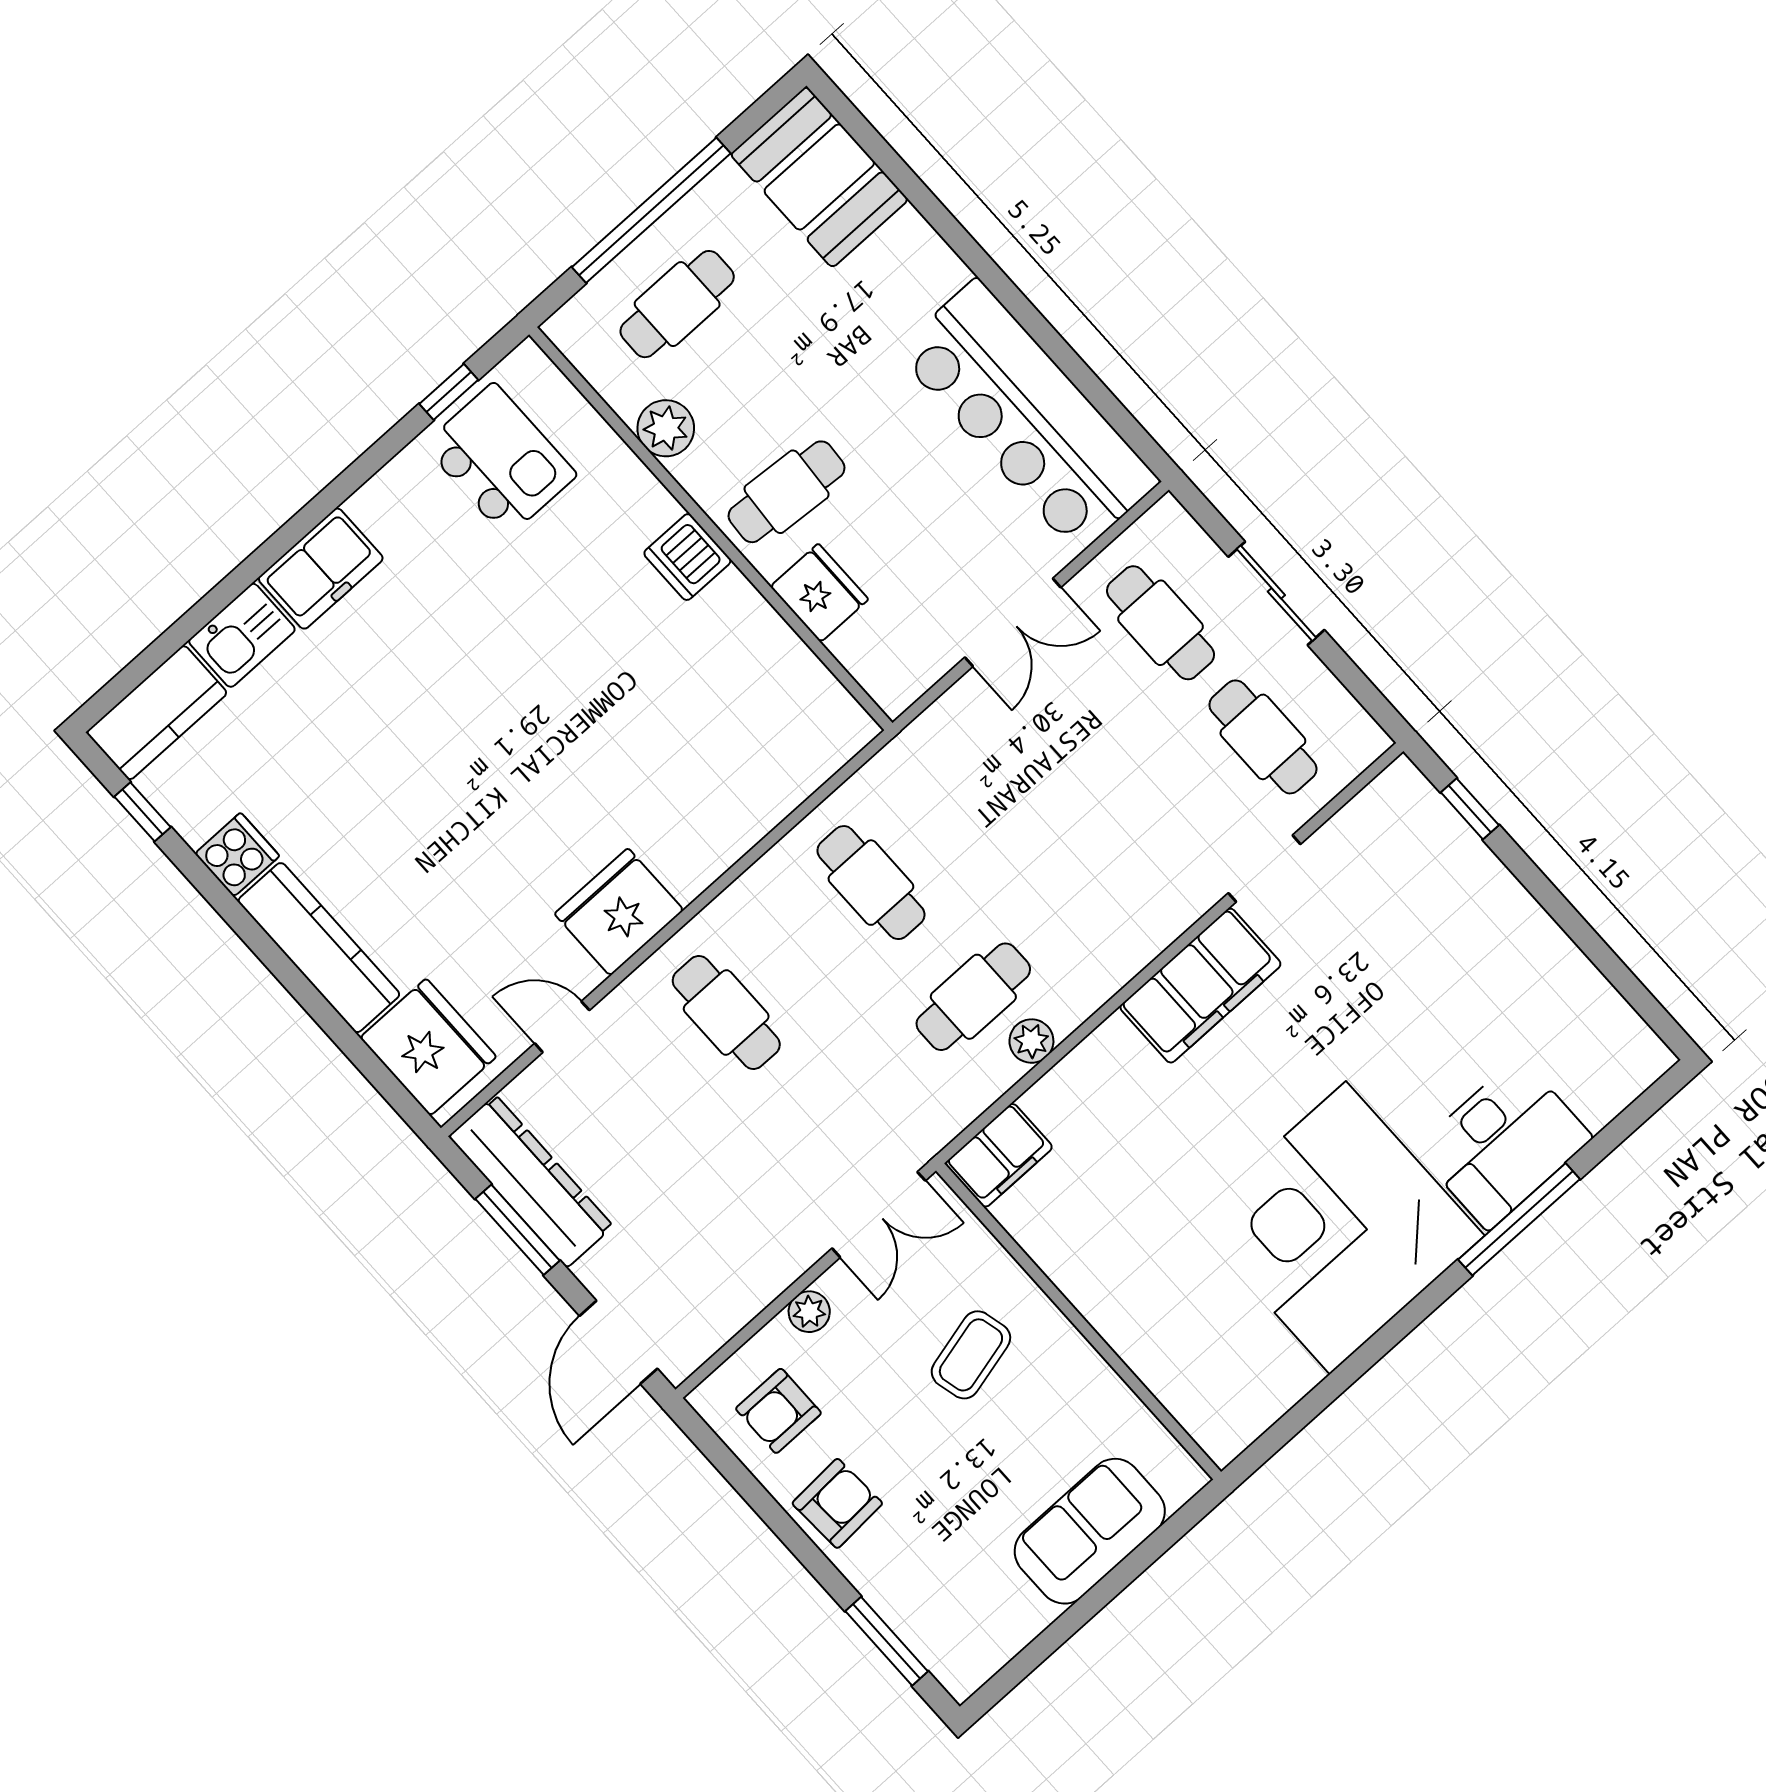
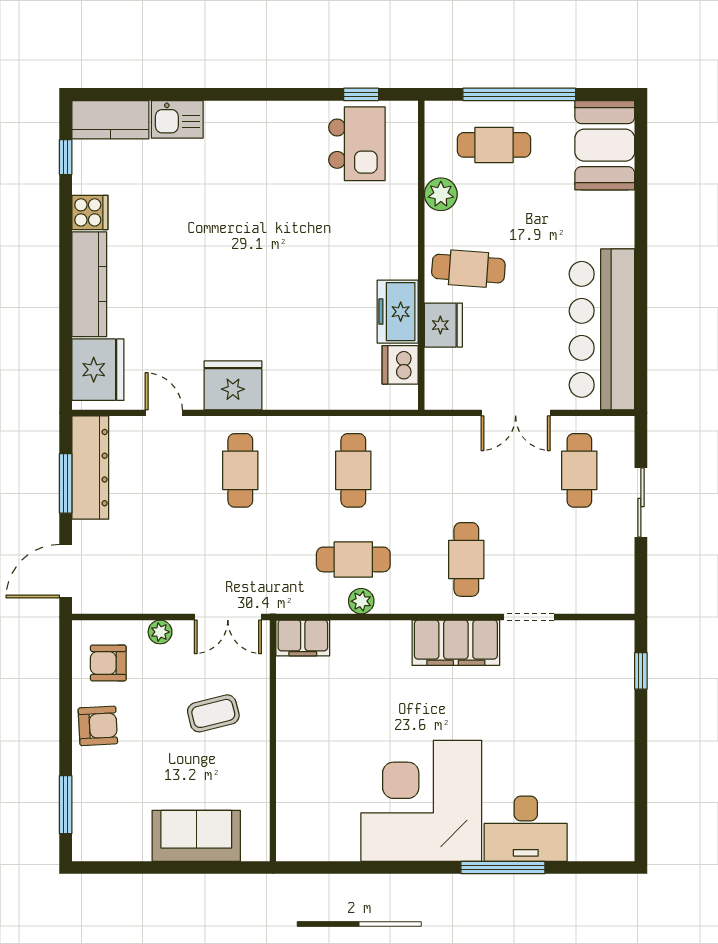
dishwasher: (687, 557) -> (400, 365), moved
freezer: (321, 569) -> (398, 312), moved, turned 90
cafe table: (1263, 737) -> (466, 559), moved

